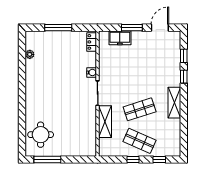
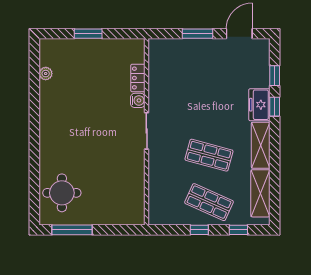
window: (58, 28) -> (88, 34), width x0.69
freezer: (120, 38) -> (259, 105), moved, turned 90
locker: (92, 42) -> (138, 78), moved
shop shelf: (140, 109) -> (209, 155), turned 33
shelving: (105, 122) -> (260, 193), moved

